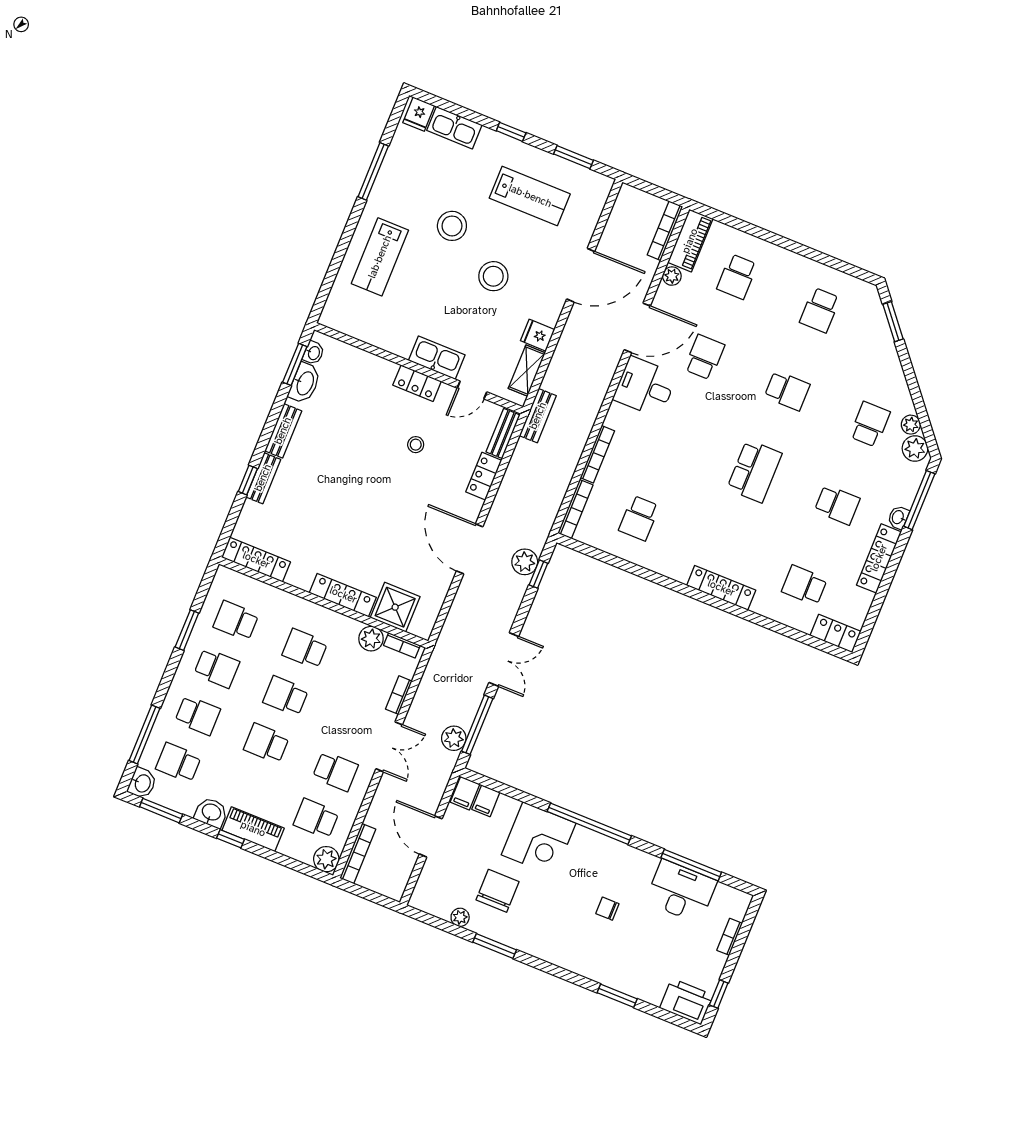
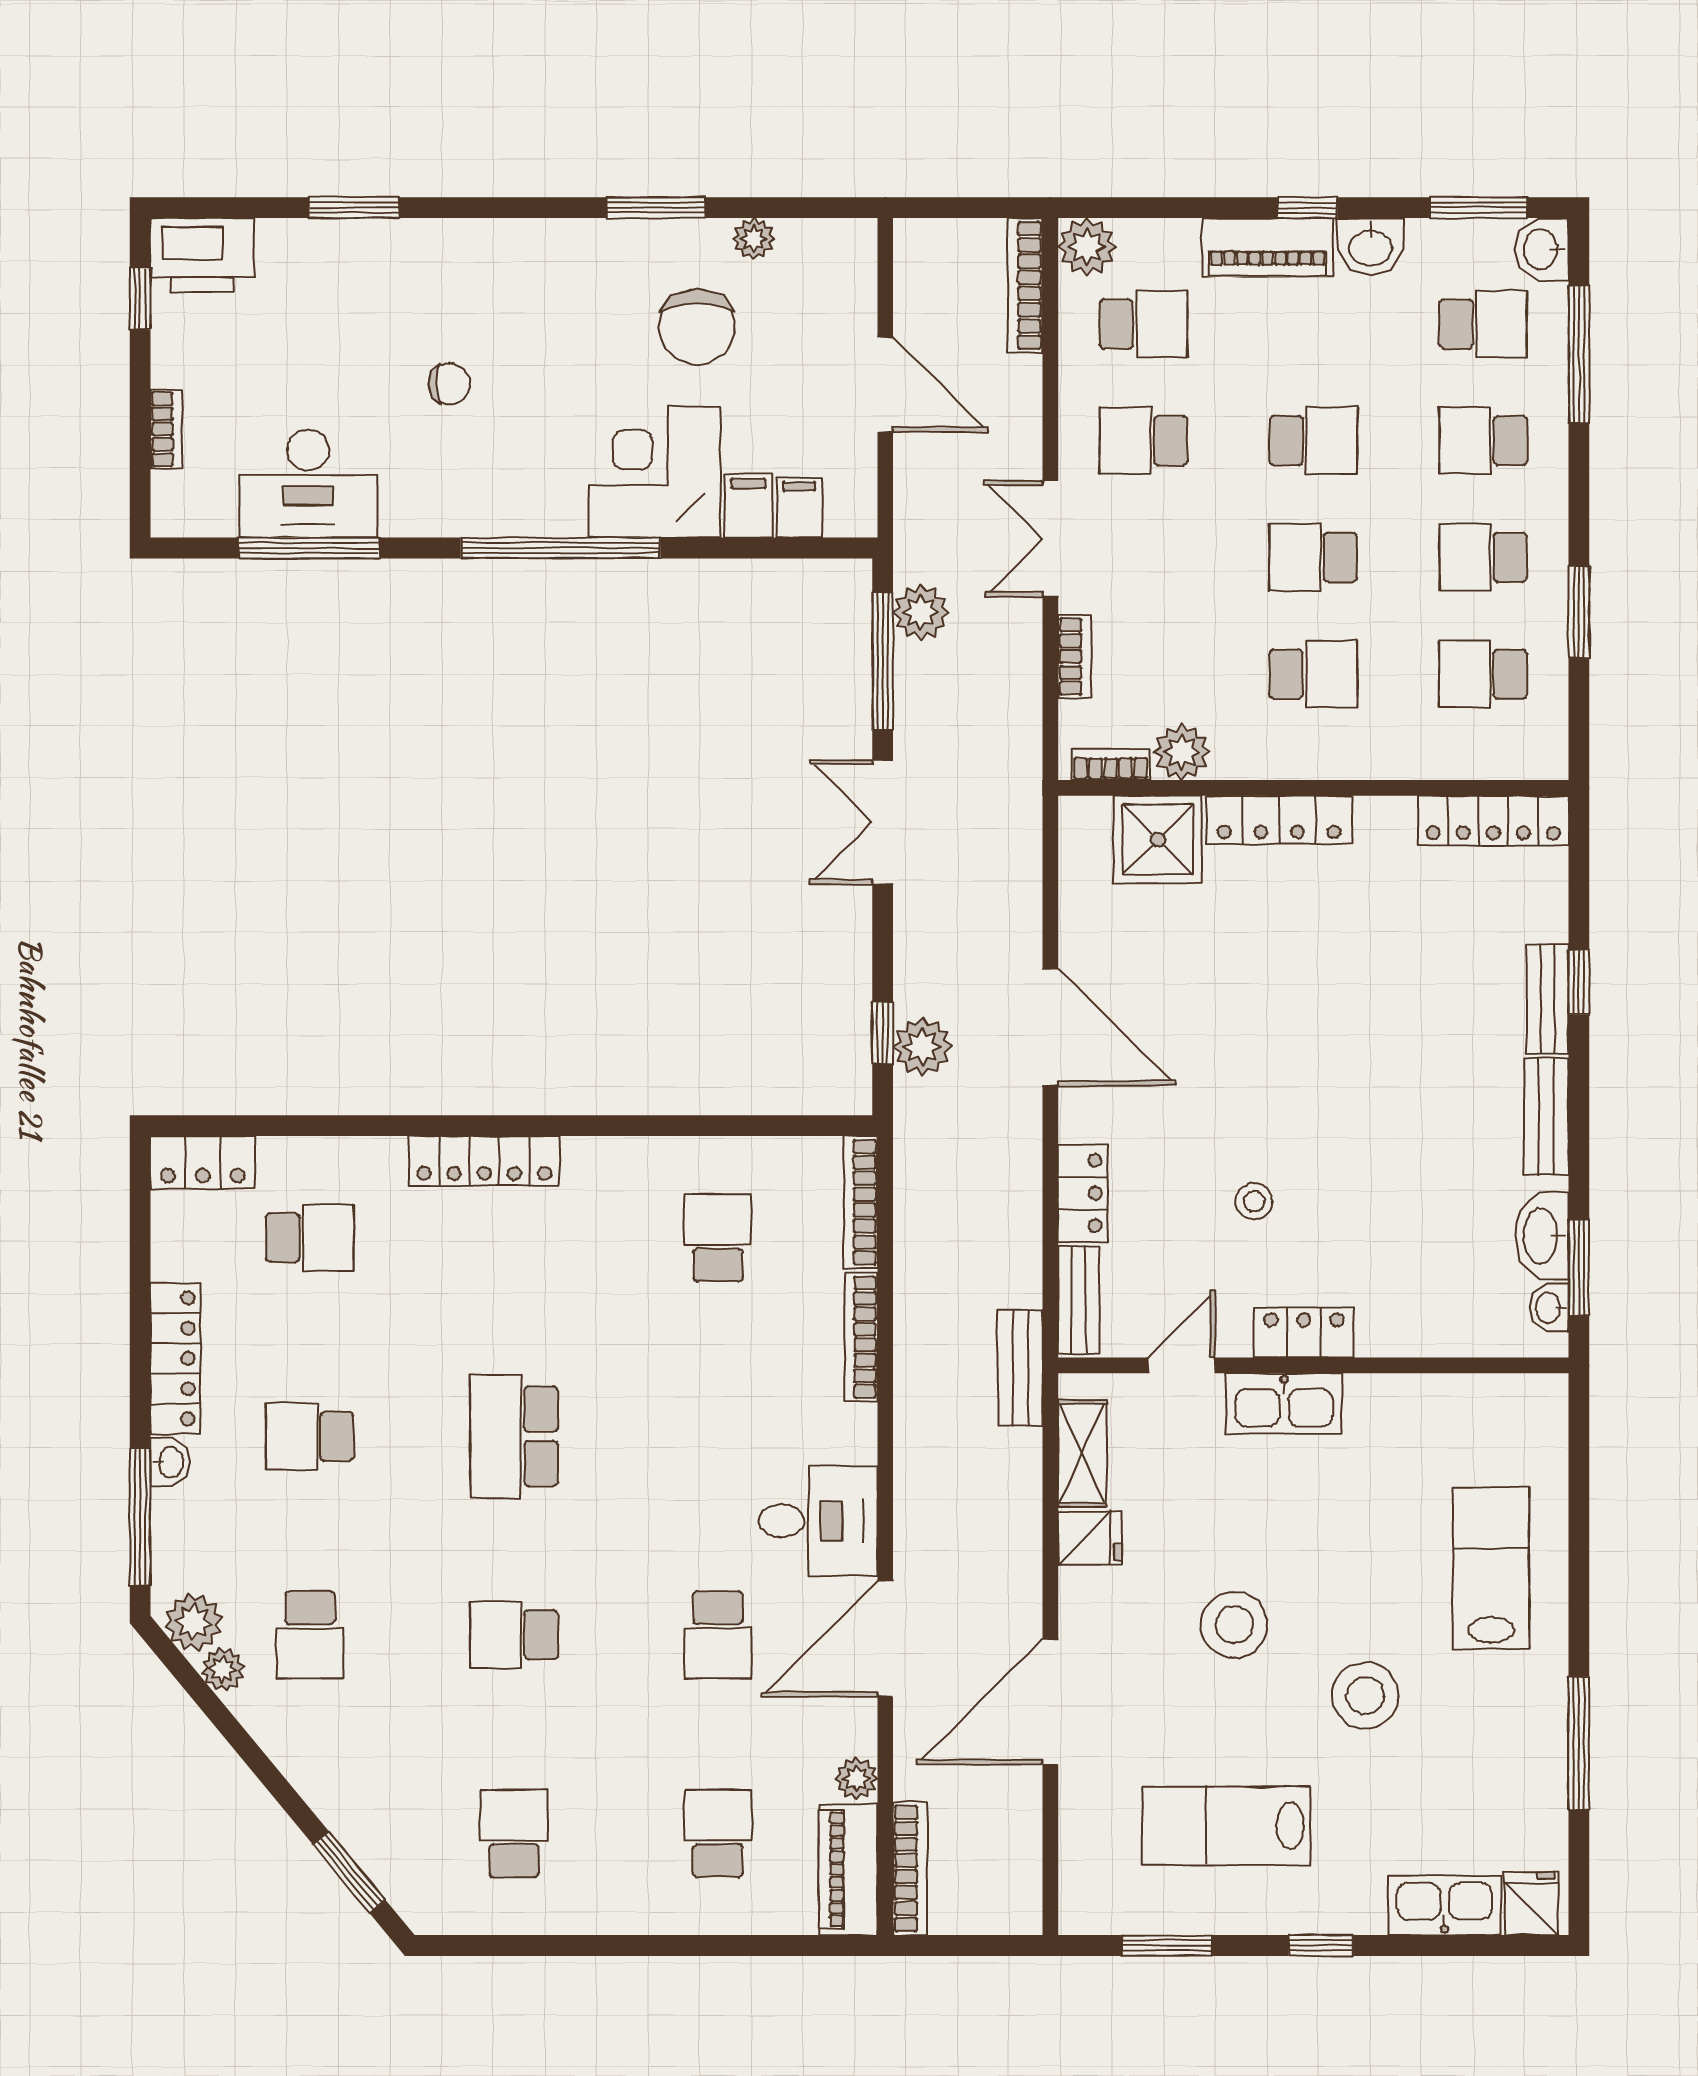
school desk: (236, 621) -> (1483, 674), turned 180
school desk: (286, 696) -> (1313, 557), turned 180
filing cabinet: (465, 793) -> (749, 506), moved

